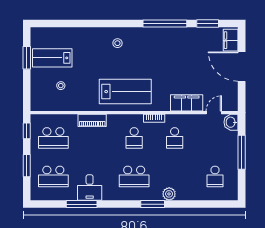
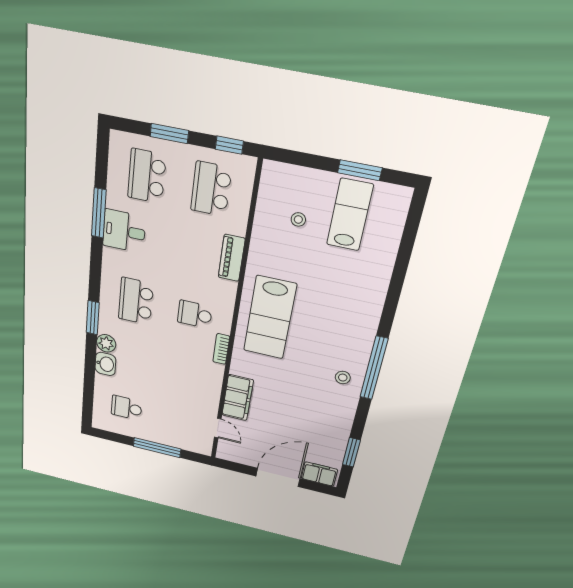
window: (165, 23) -> (374, 368), moved
stool: (117, 43) -> (343, 378), moved
washbasin: (231, 122) -> (105, 364), moved, turned 90
school desk: (175, 138) -> (188, 370), removed

